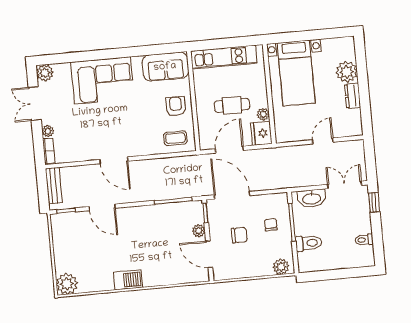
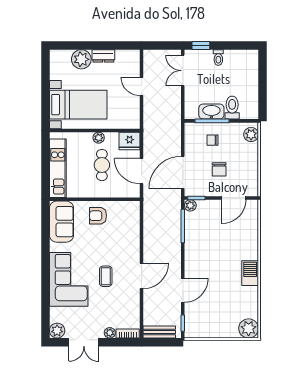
plant: (263, 114) -> (99, 138), moved
coffee table: (175, 138) -> (106, 276), moved
washbasin: (312, 198) -> (211, 112), moved, turned -90
plant: (199, 231) -> (190, 205), moved
chair: (239, 235) -> (219, 169), turned 180
toilet: (364, 240) -> (218, 57), moved

